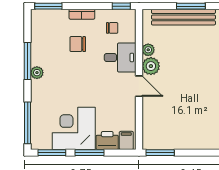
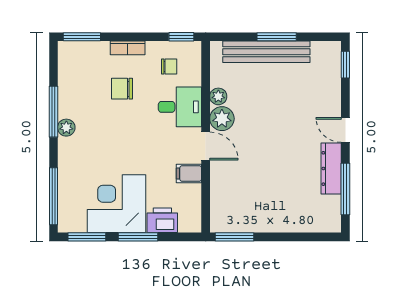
filing cabinet: (126, 140) -> (189, 174), moved, turned -90

